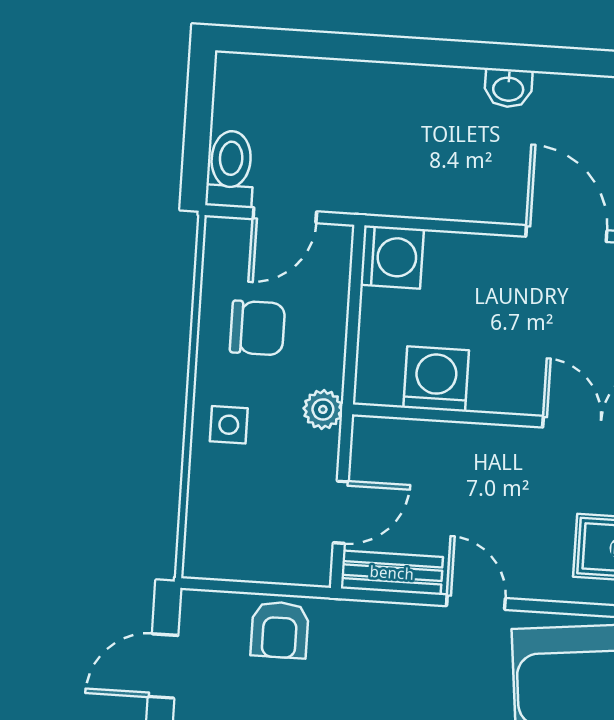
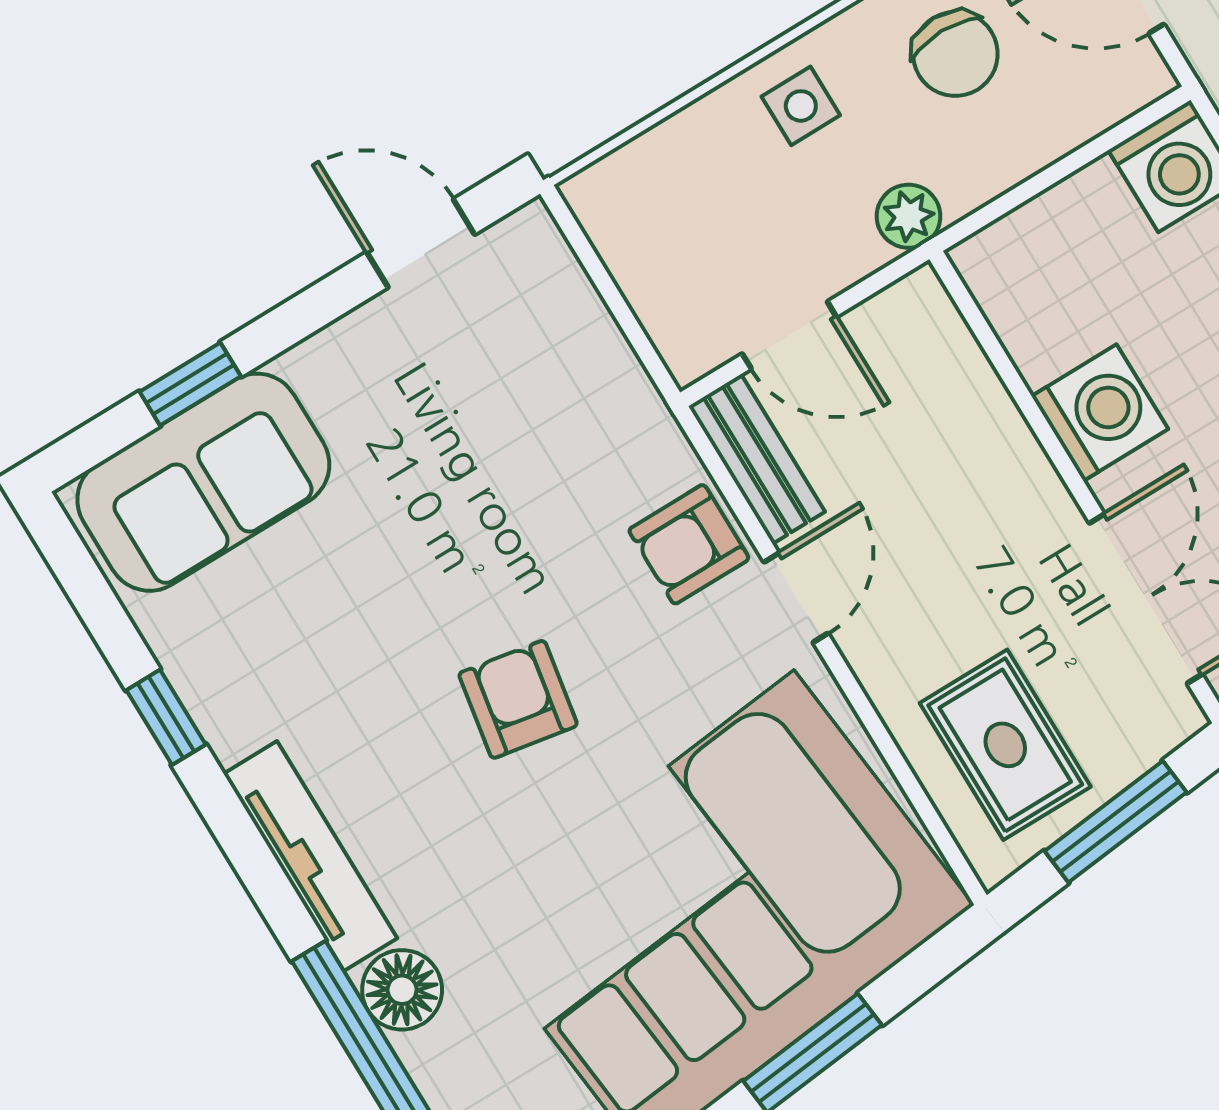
washing machine: (436, 379) -> (1100, 413), moved
armchair: (280, 630) -> (689, 544), moved

